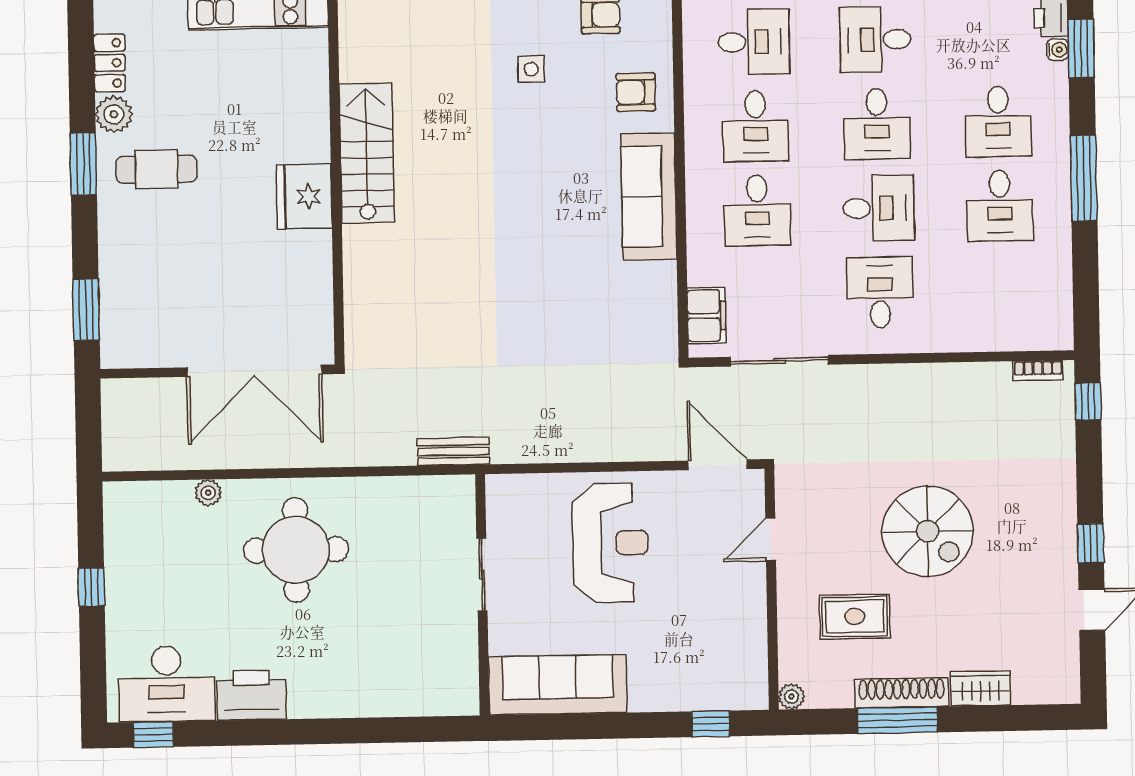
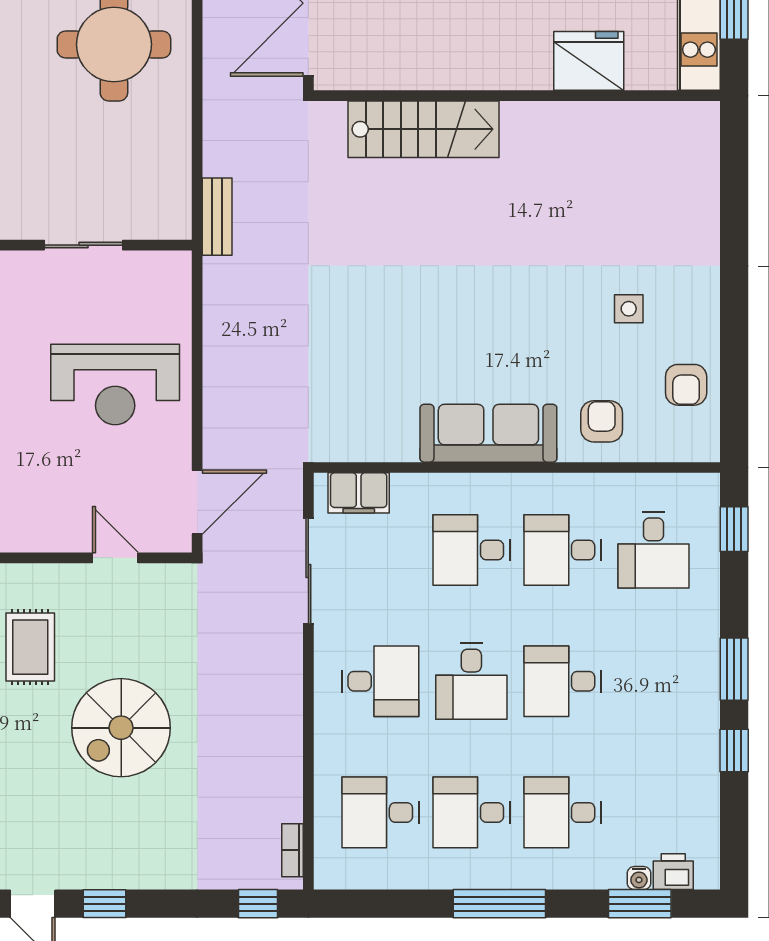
desk: (875, 40) -> (380, 812), moved, turned -90
stairs: (367, 153) -> (423, 129), moved
fridge: (304, 196) -> (589, 61), moved

